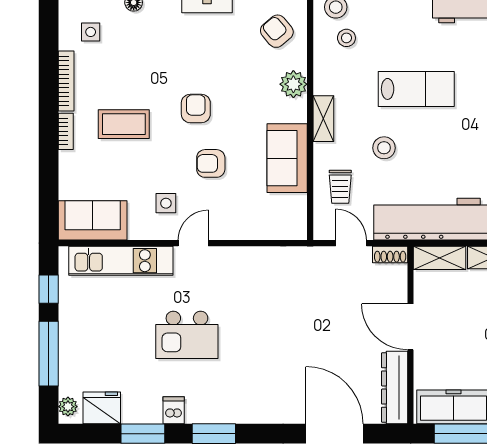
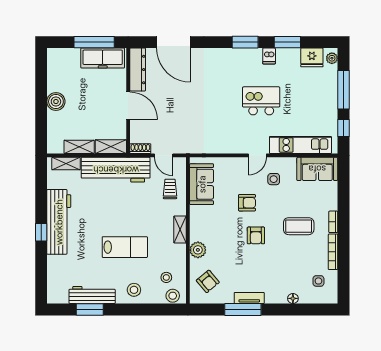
lab bench: (416, 89) -> (125, 247), turned 180
stool: (384, 148) -> (134, 290), moved
sofa: (287, 158) -> (202, 184), moved

